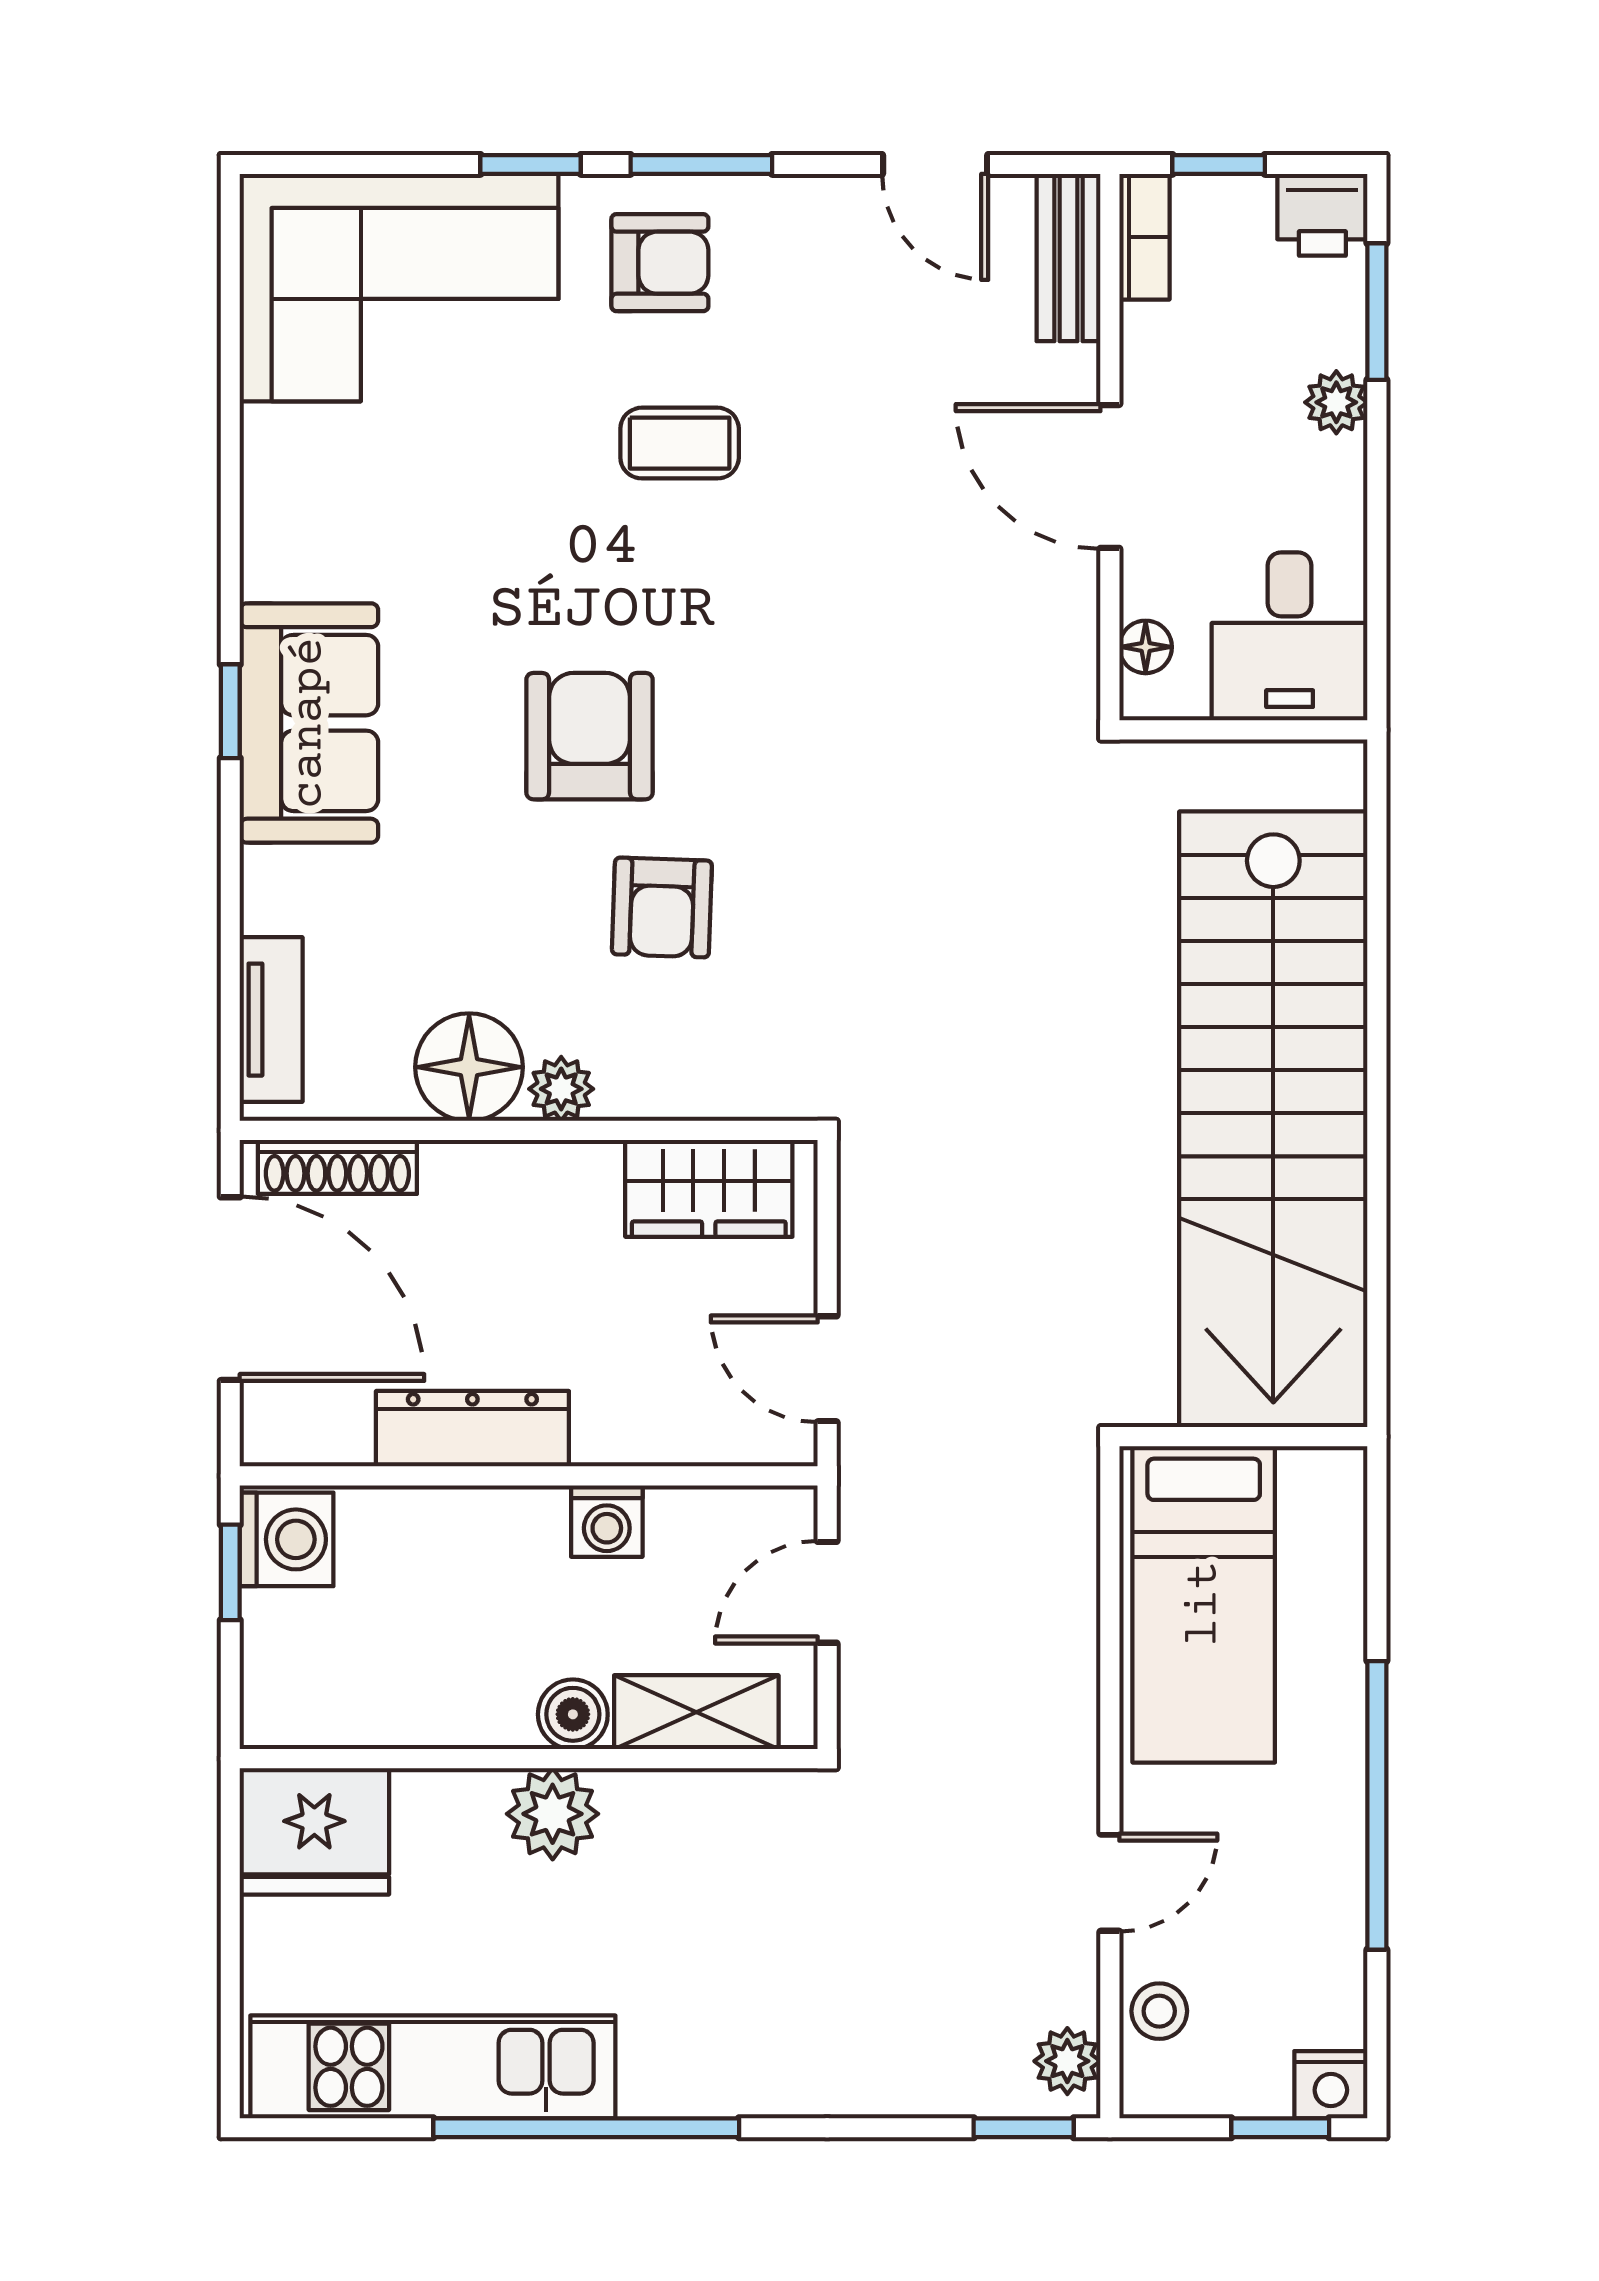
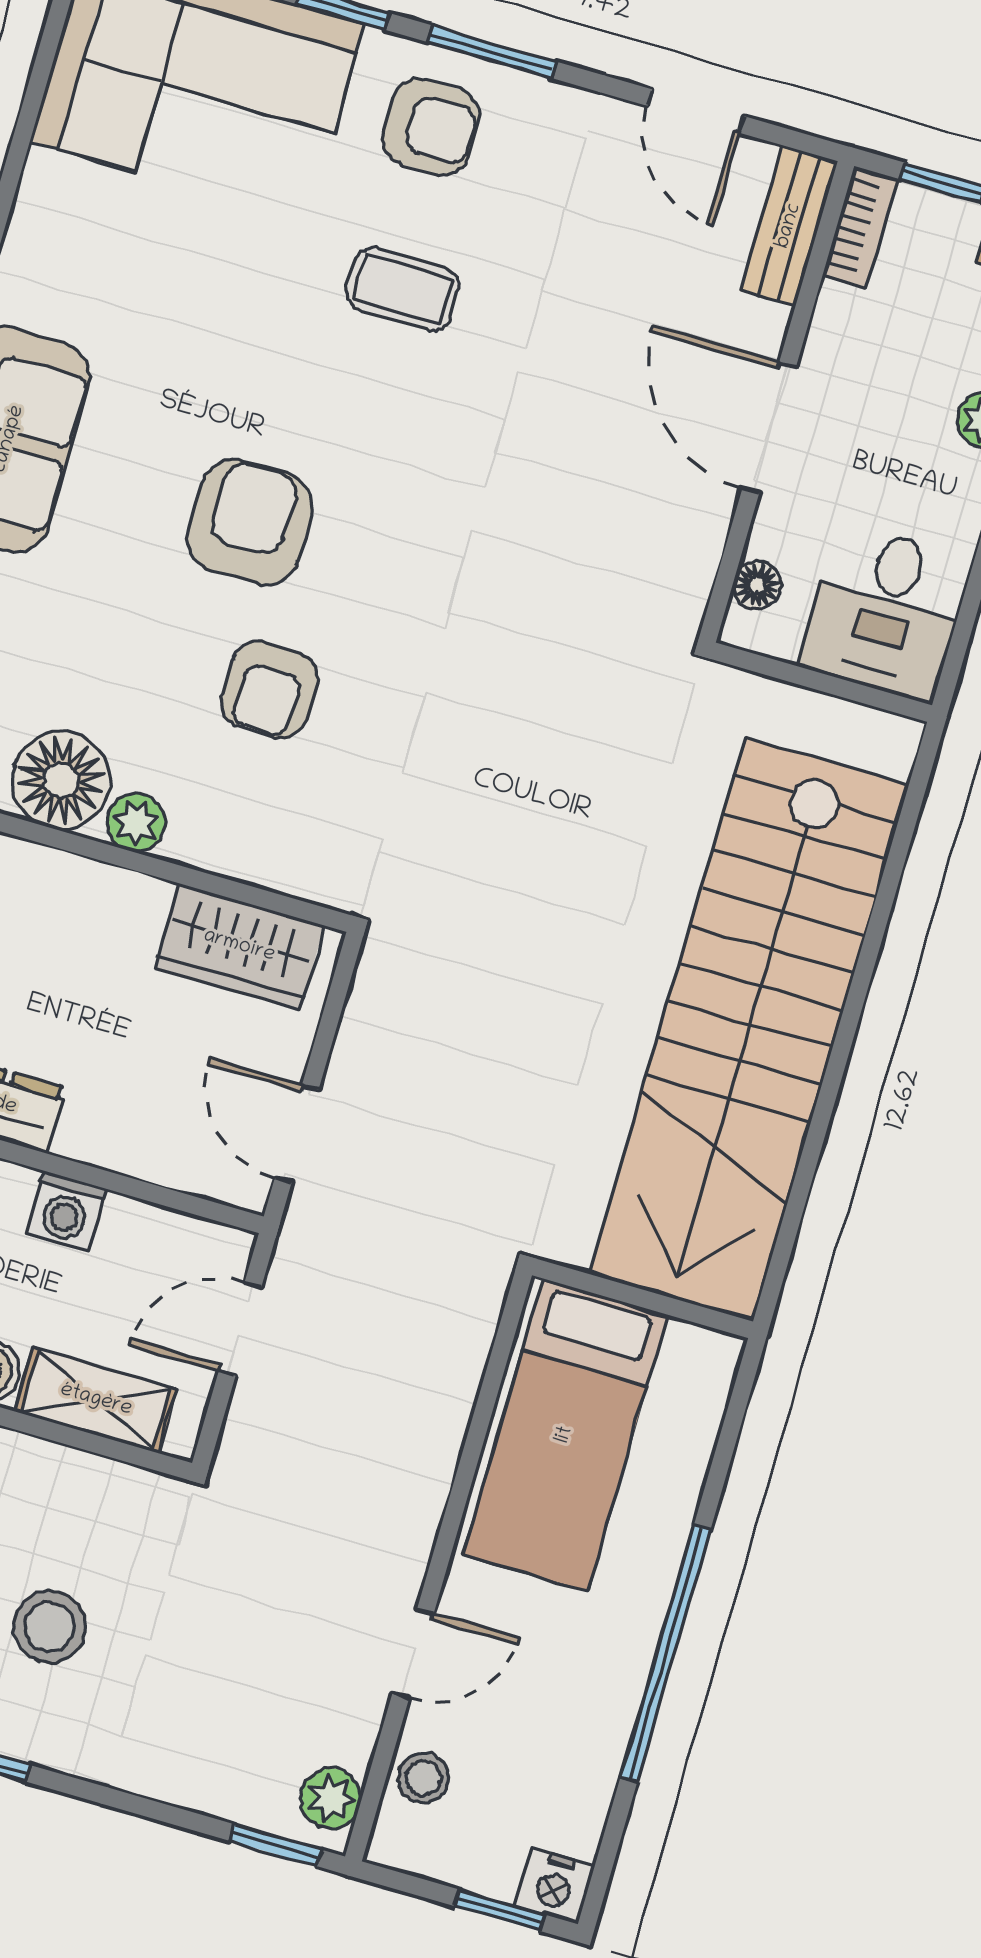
stool: (717, 1966) -> (50, 1627), added

